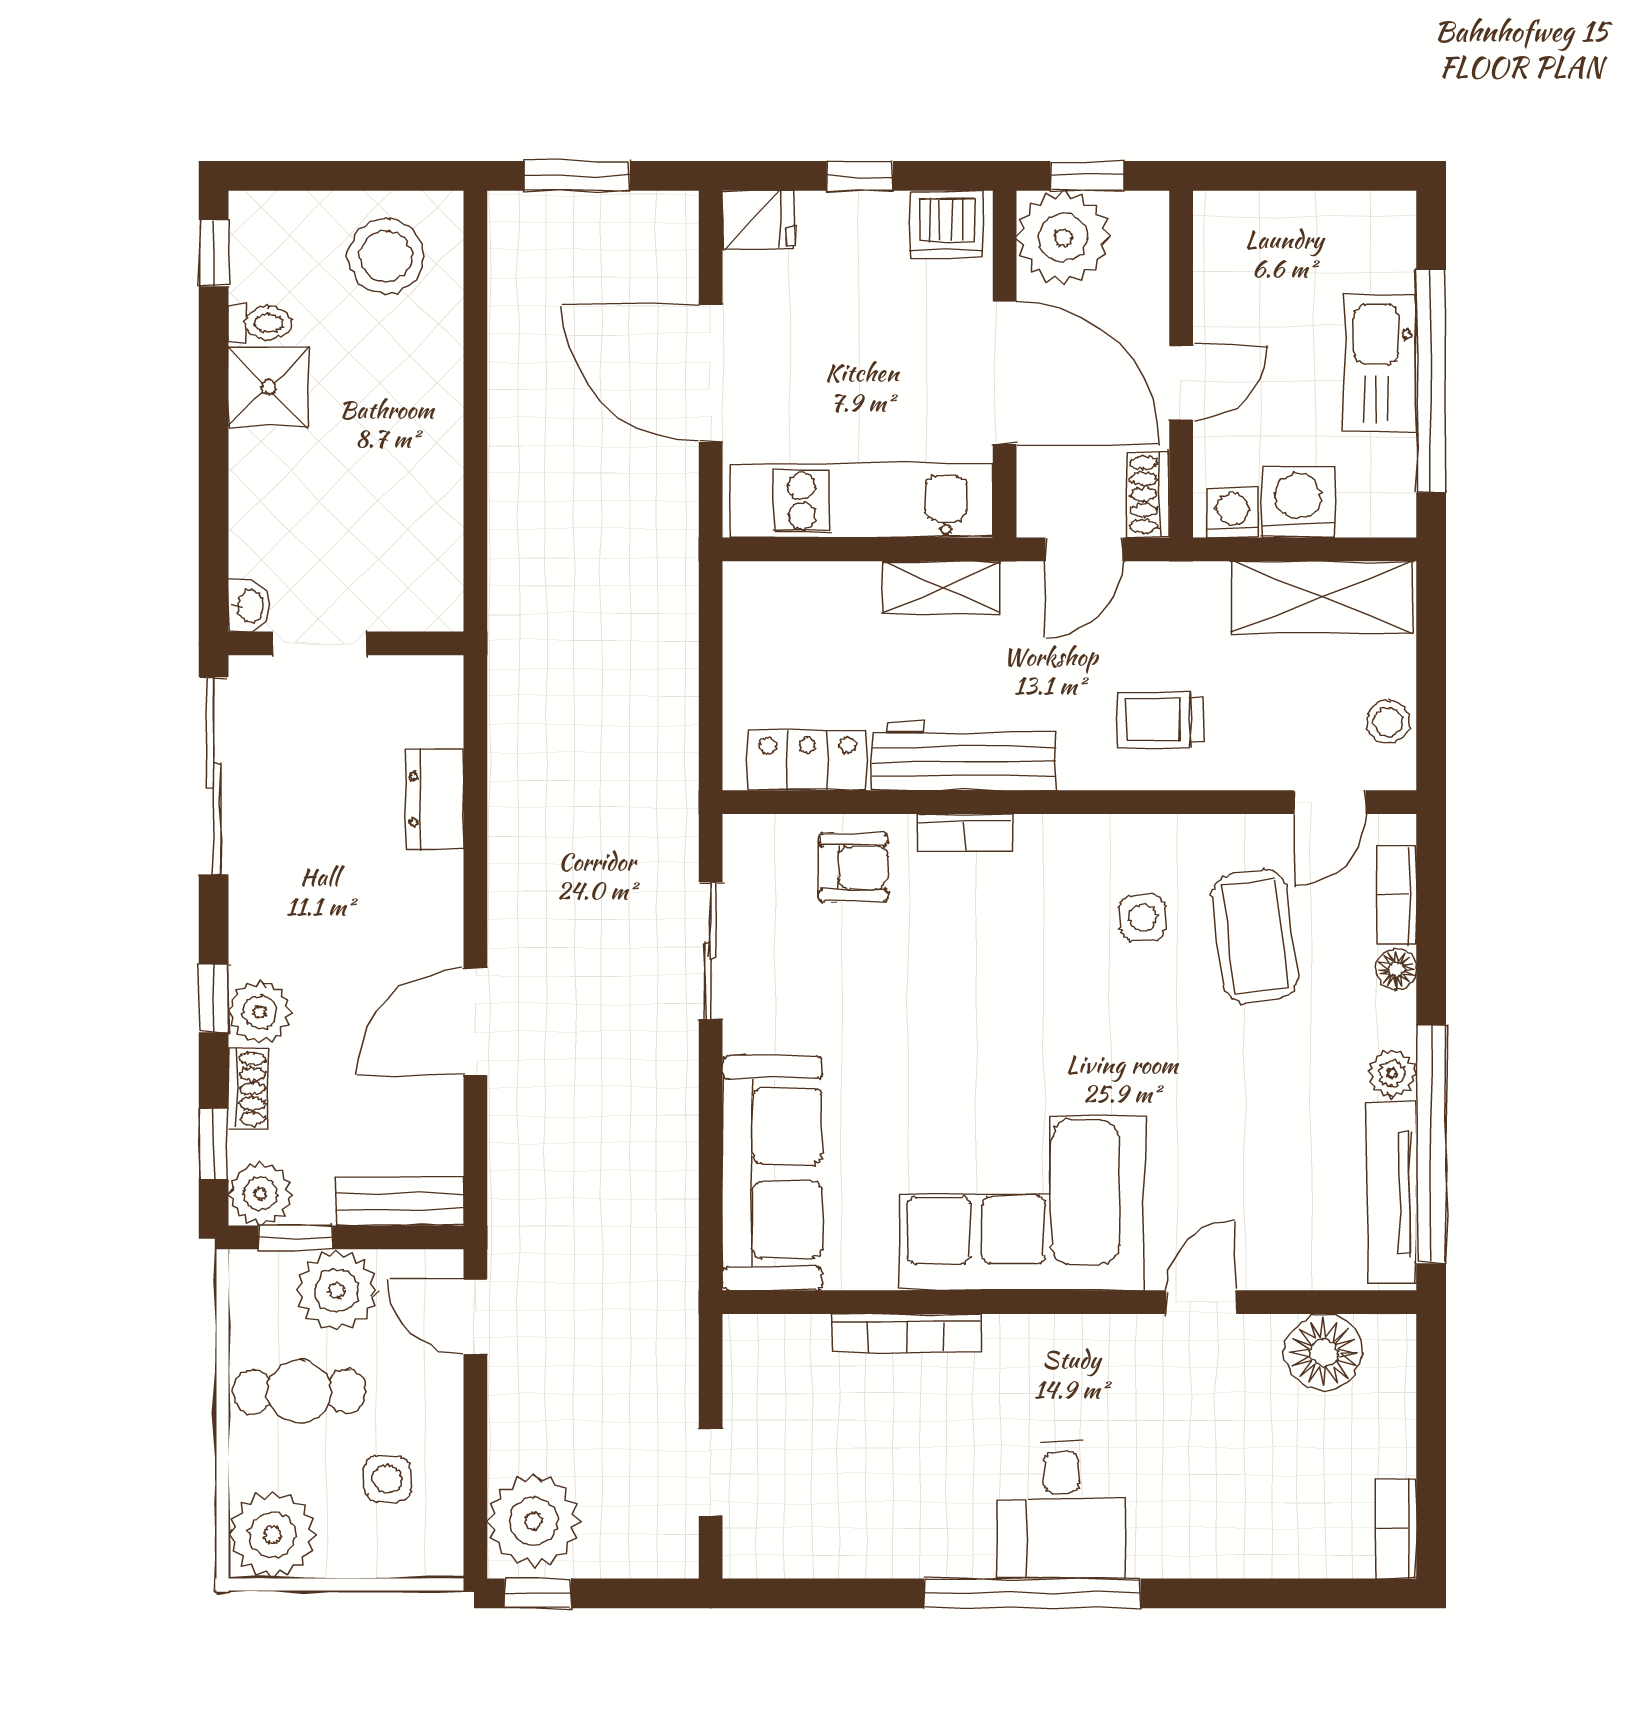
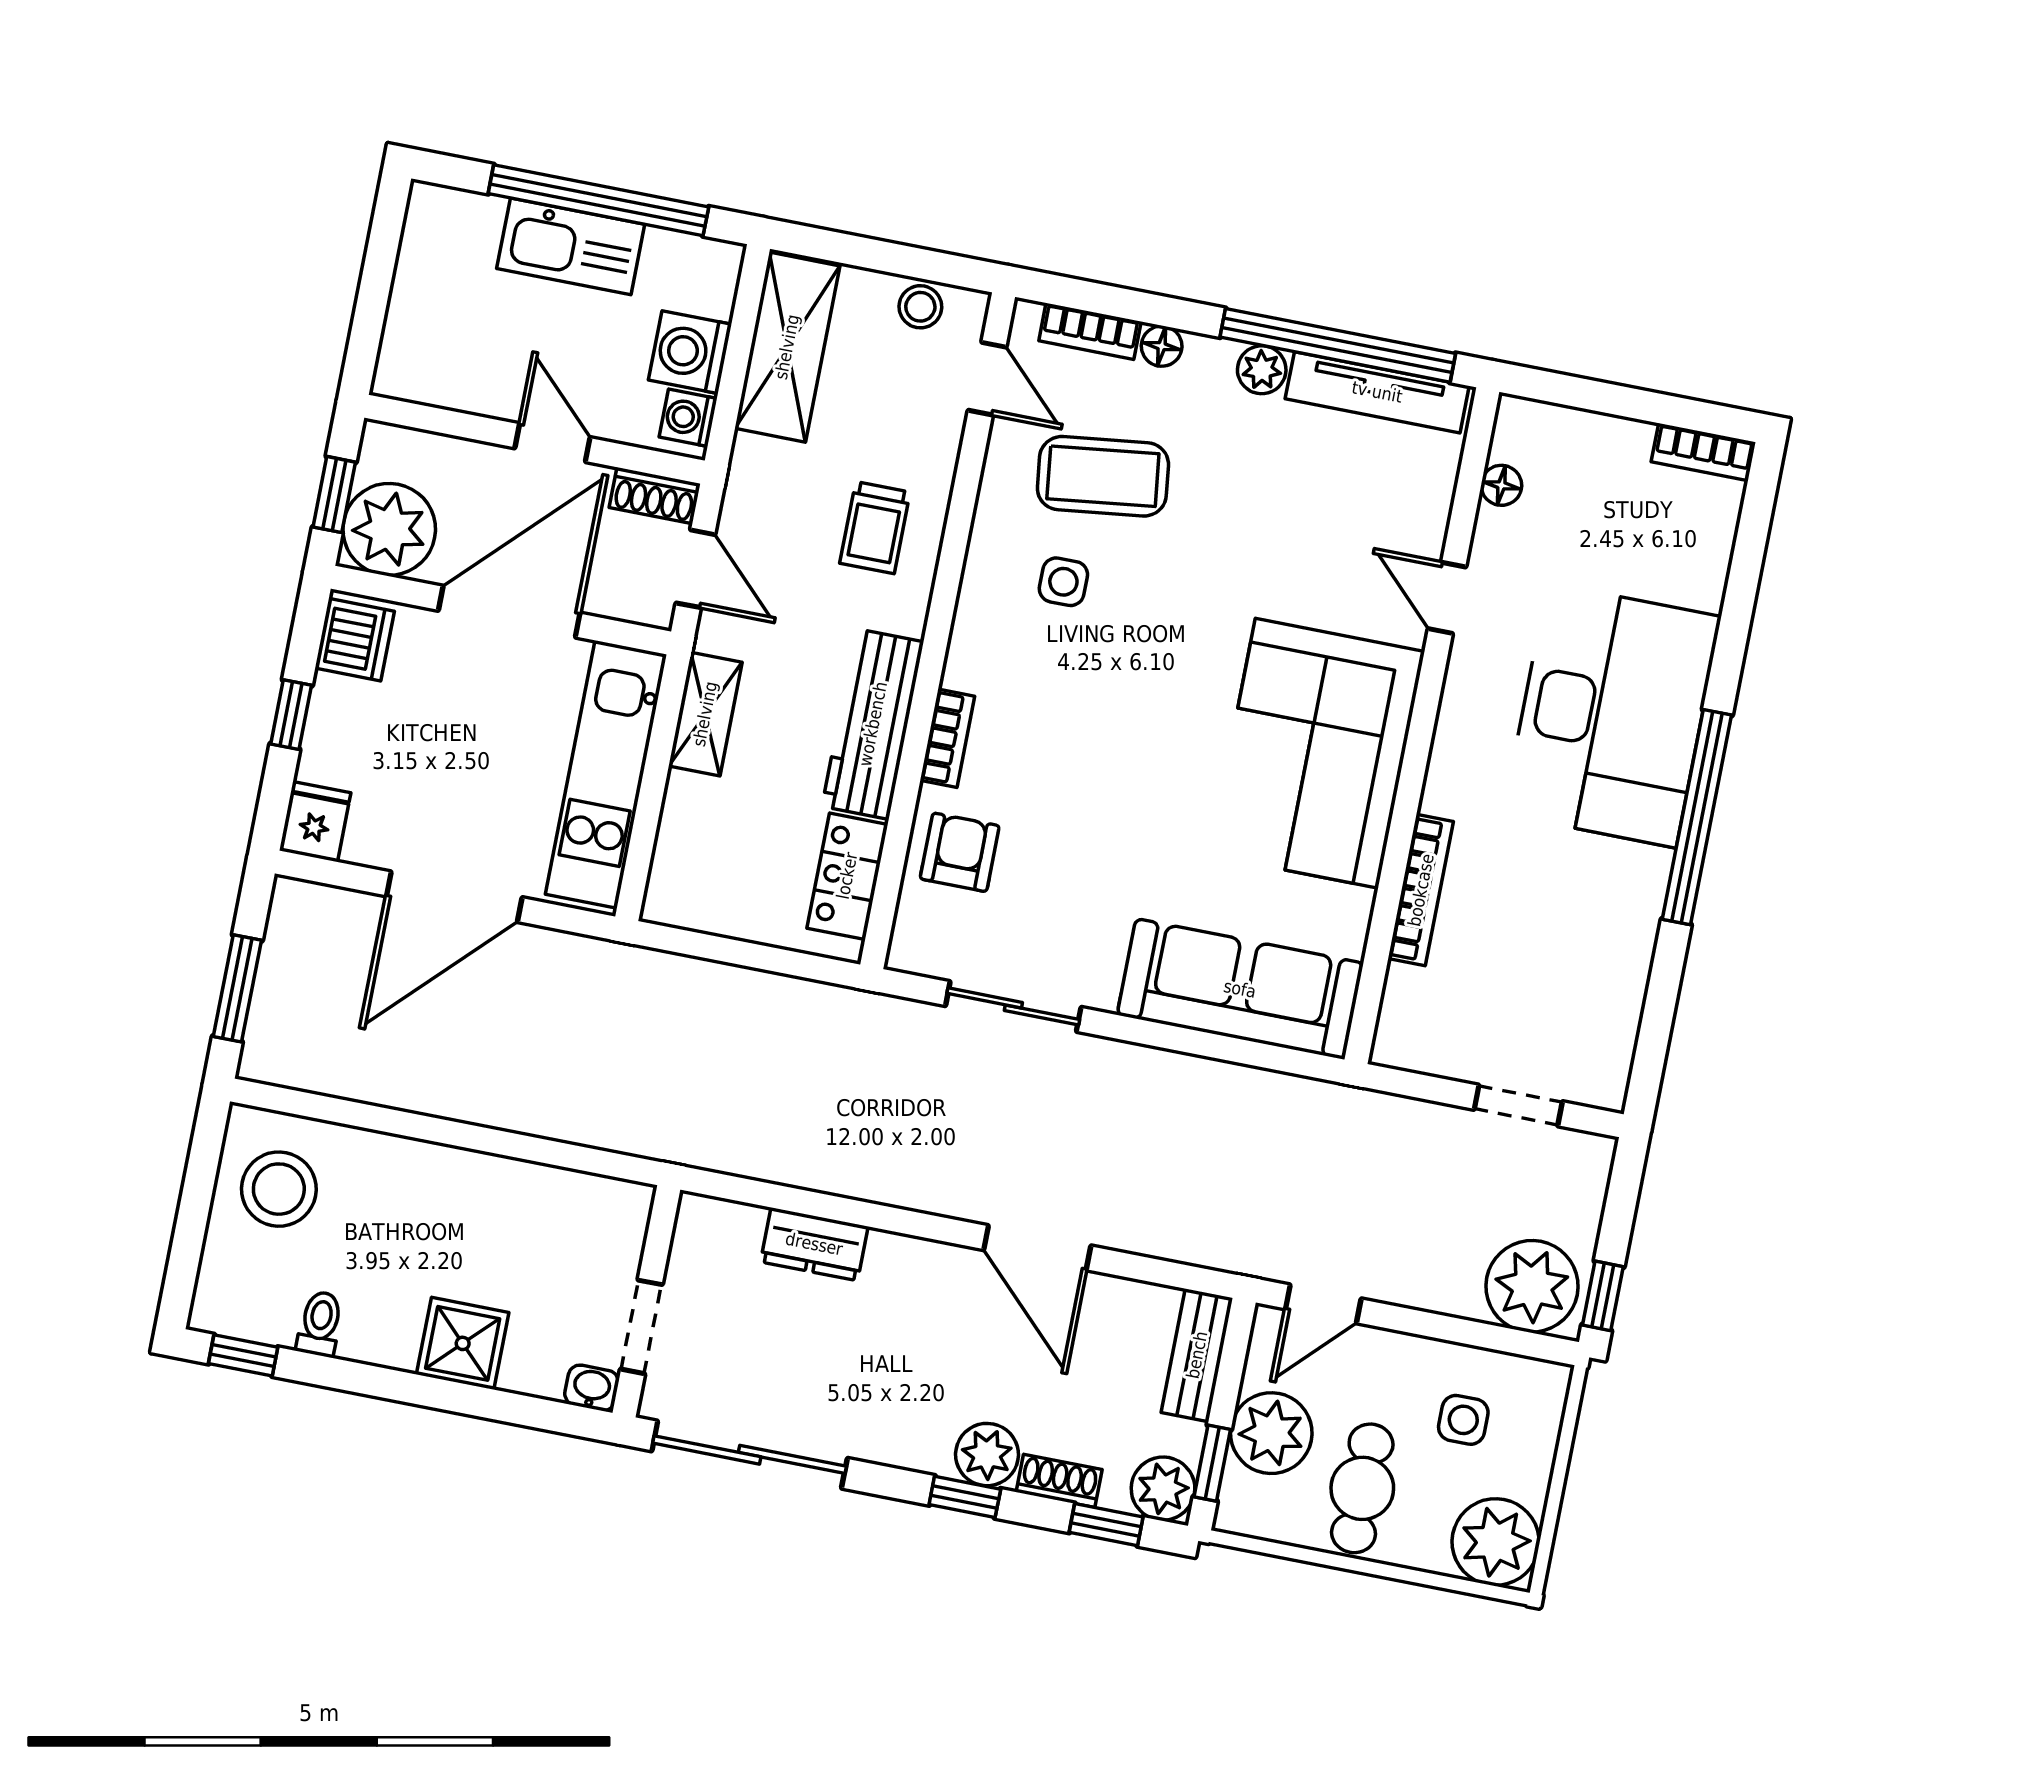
shower: (268, 387) -> (463, 1343), moved
floor lamp: (1324, 1352) -> (1501, 485), width x0.53, depth x0.53
desk: (1061, 1510) -> (1612, 715), width x1.87, depth x1.30

